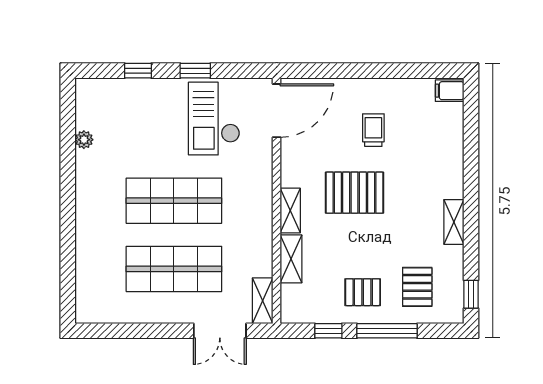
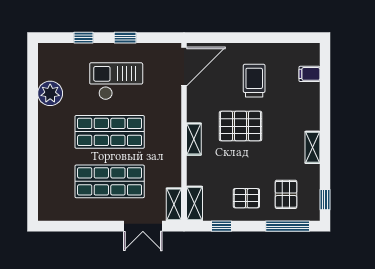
filing cabinet: (450, 91) -> (309, 74), moved
checkout: (214, 119) -> (116, 81), moved, turned 90
trolley: (373, 130) -> (254, 81), width x1.36, depth x1.39
plant: (84, 140) -> (50, 93), width x1.87, depth x1.87
shelving: (291, 259) -> (194, 204), moved
window: (387, 331) -> (288, 226), moved

